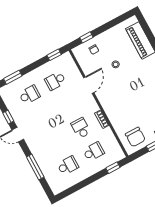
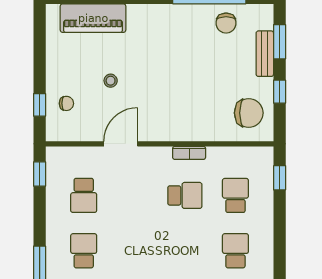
door: (89, 85) -> (121, 144), hinge flipped
school desk: (81, 128) -> (185, 195), turned 180

